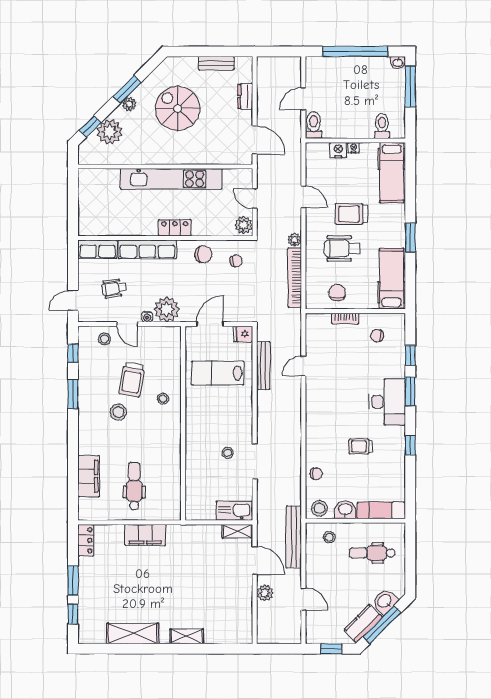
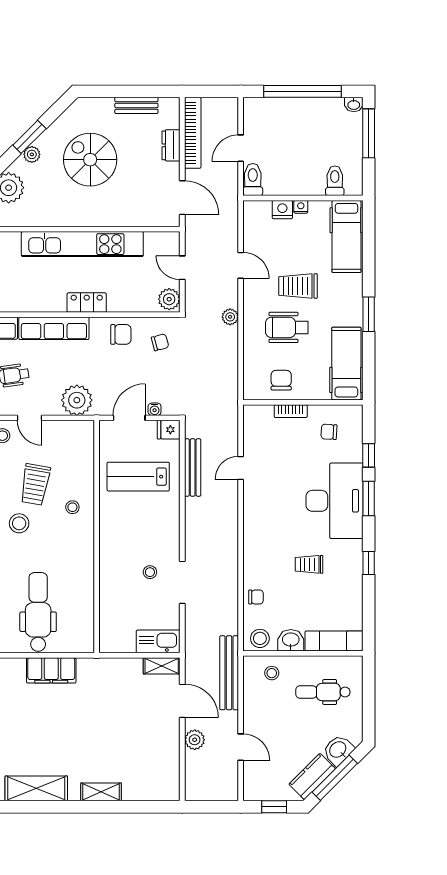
bookcase: (295, 278) -> (193, 133), moved, turned 180
water cooler: (147, 317) -> (155, 409), moved
desk: (387, 402) -> (334, 501), width x1.36, depth x1.30
dental chair: (134, 486) -> (38, 612), width x1.36, depth x1.38

